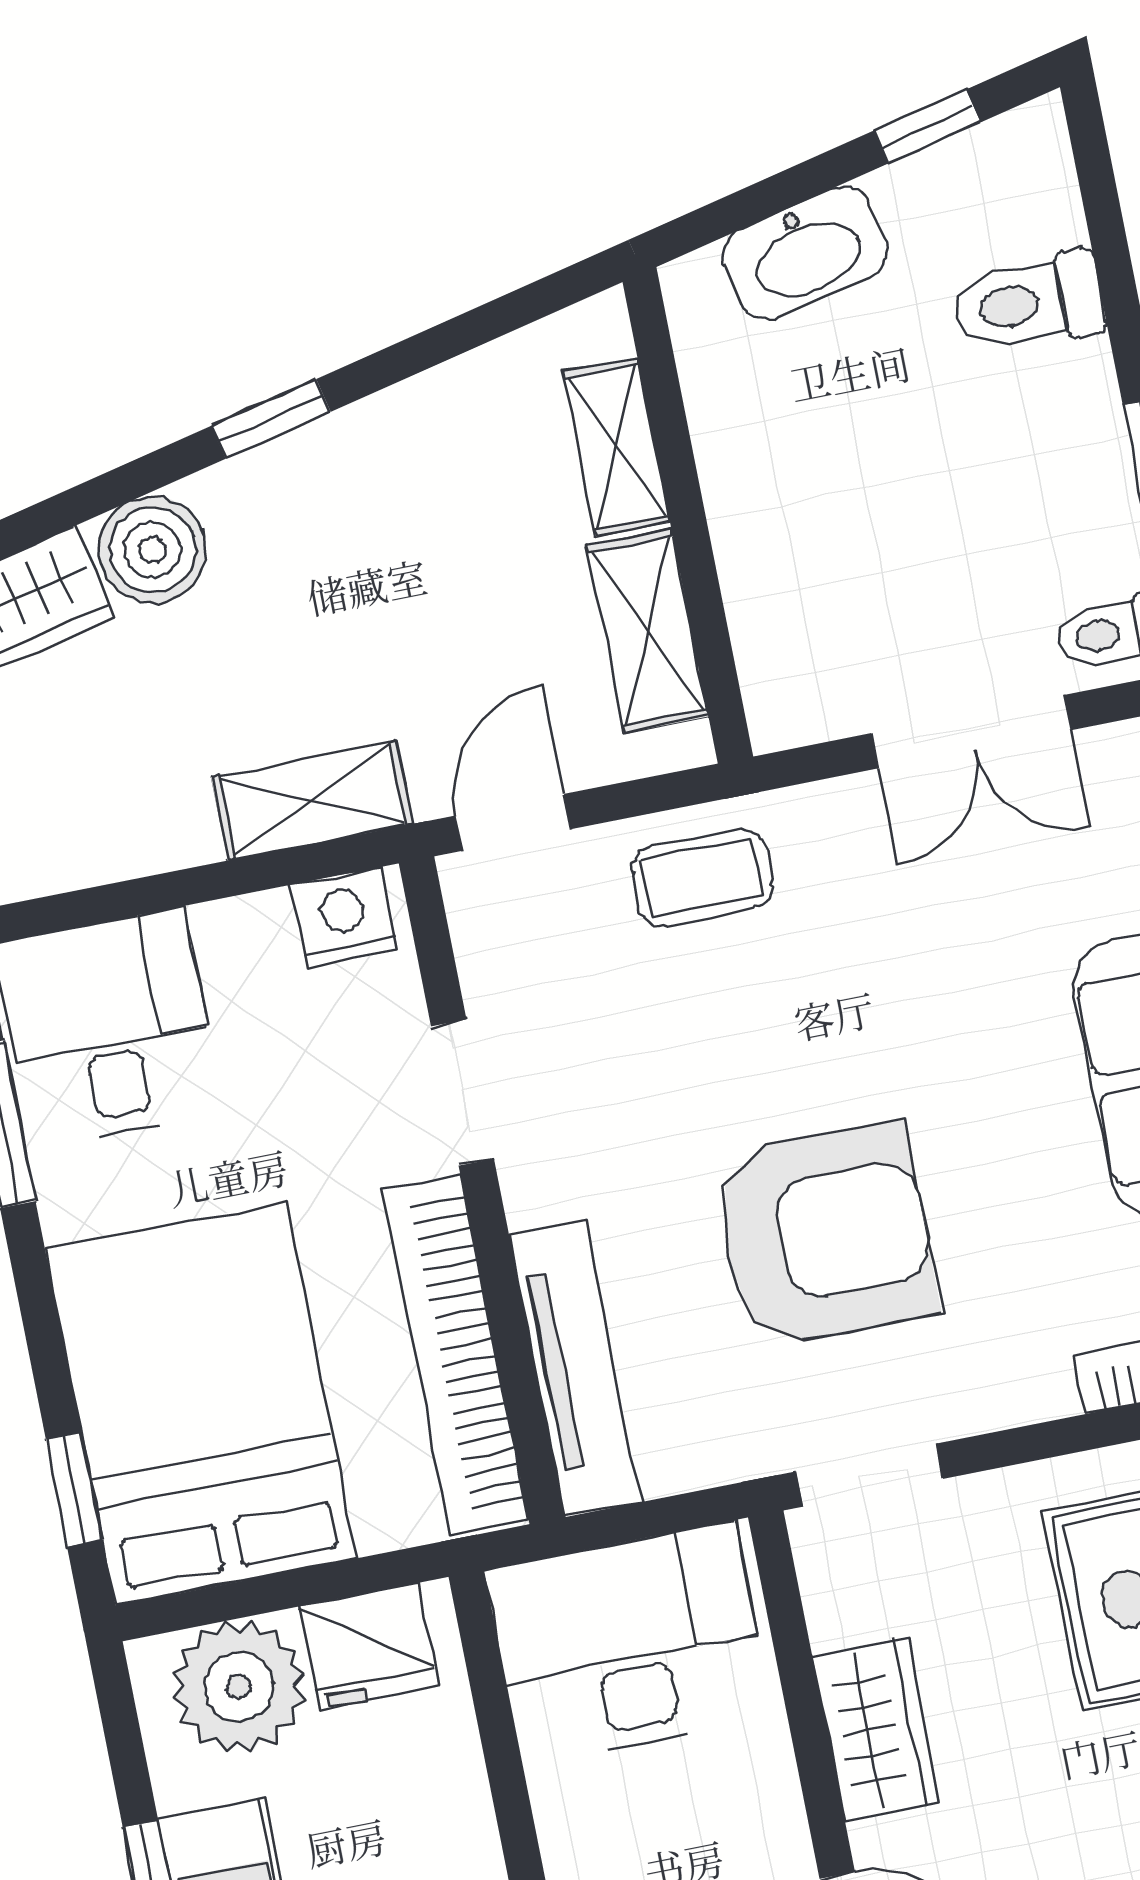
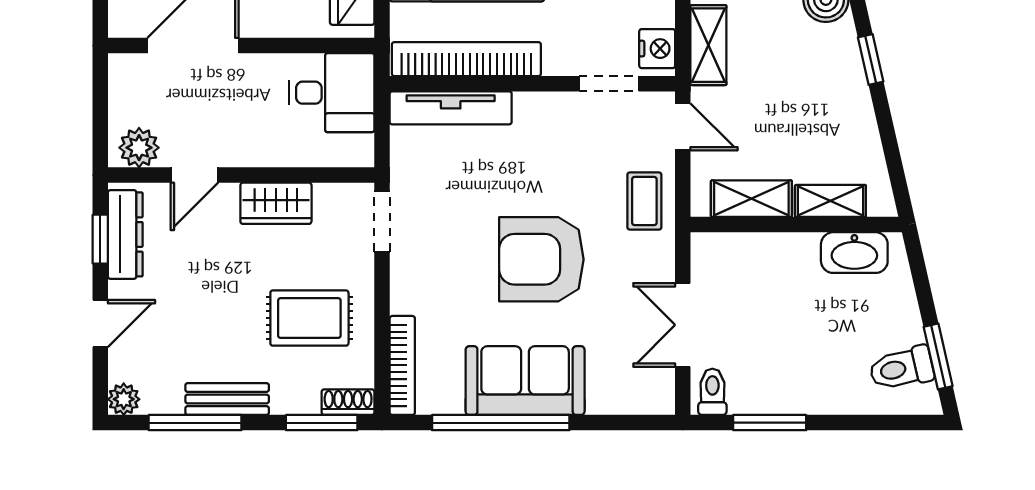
window: (927, 127) -> (938, 356), width x1.50
washbasin: (805, 253) -> (854, 253), moved, turned -77
toilet: (1029, 303) -> (902, 368), moved, turned -103
doorway: (463, 1093) -> (609, 84), moved
armchair: (825, 1235) -> (541, 259), moved, turned 90
desk: (629, 1643) -> (332, 93), width x0.73

